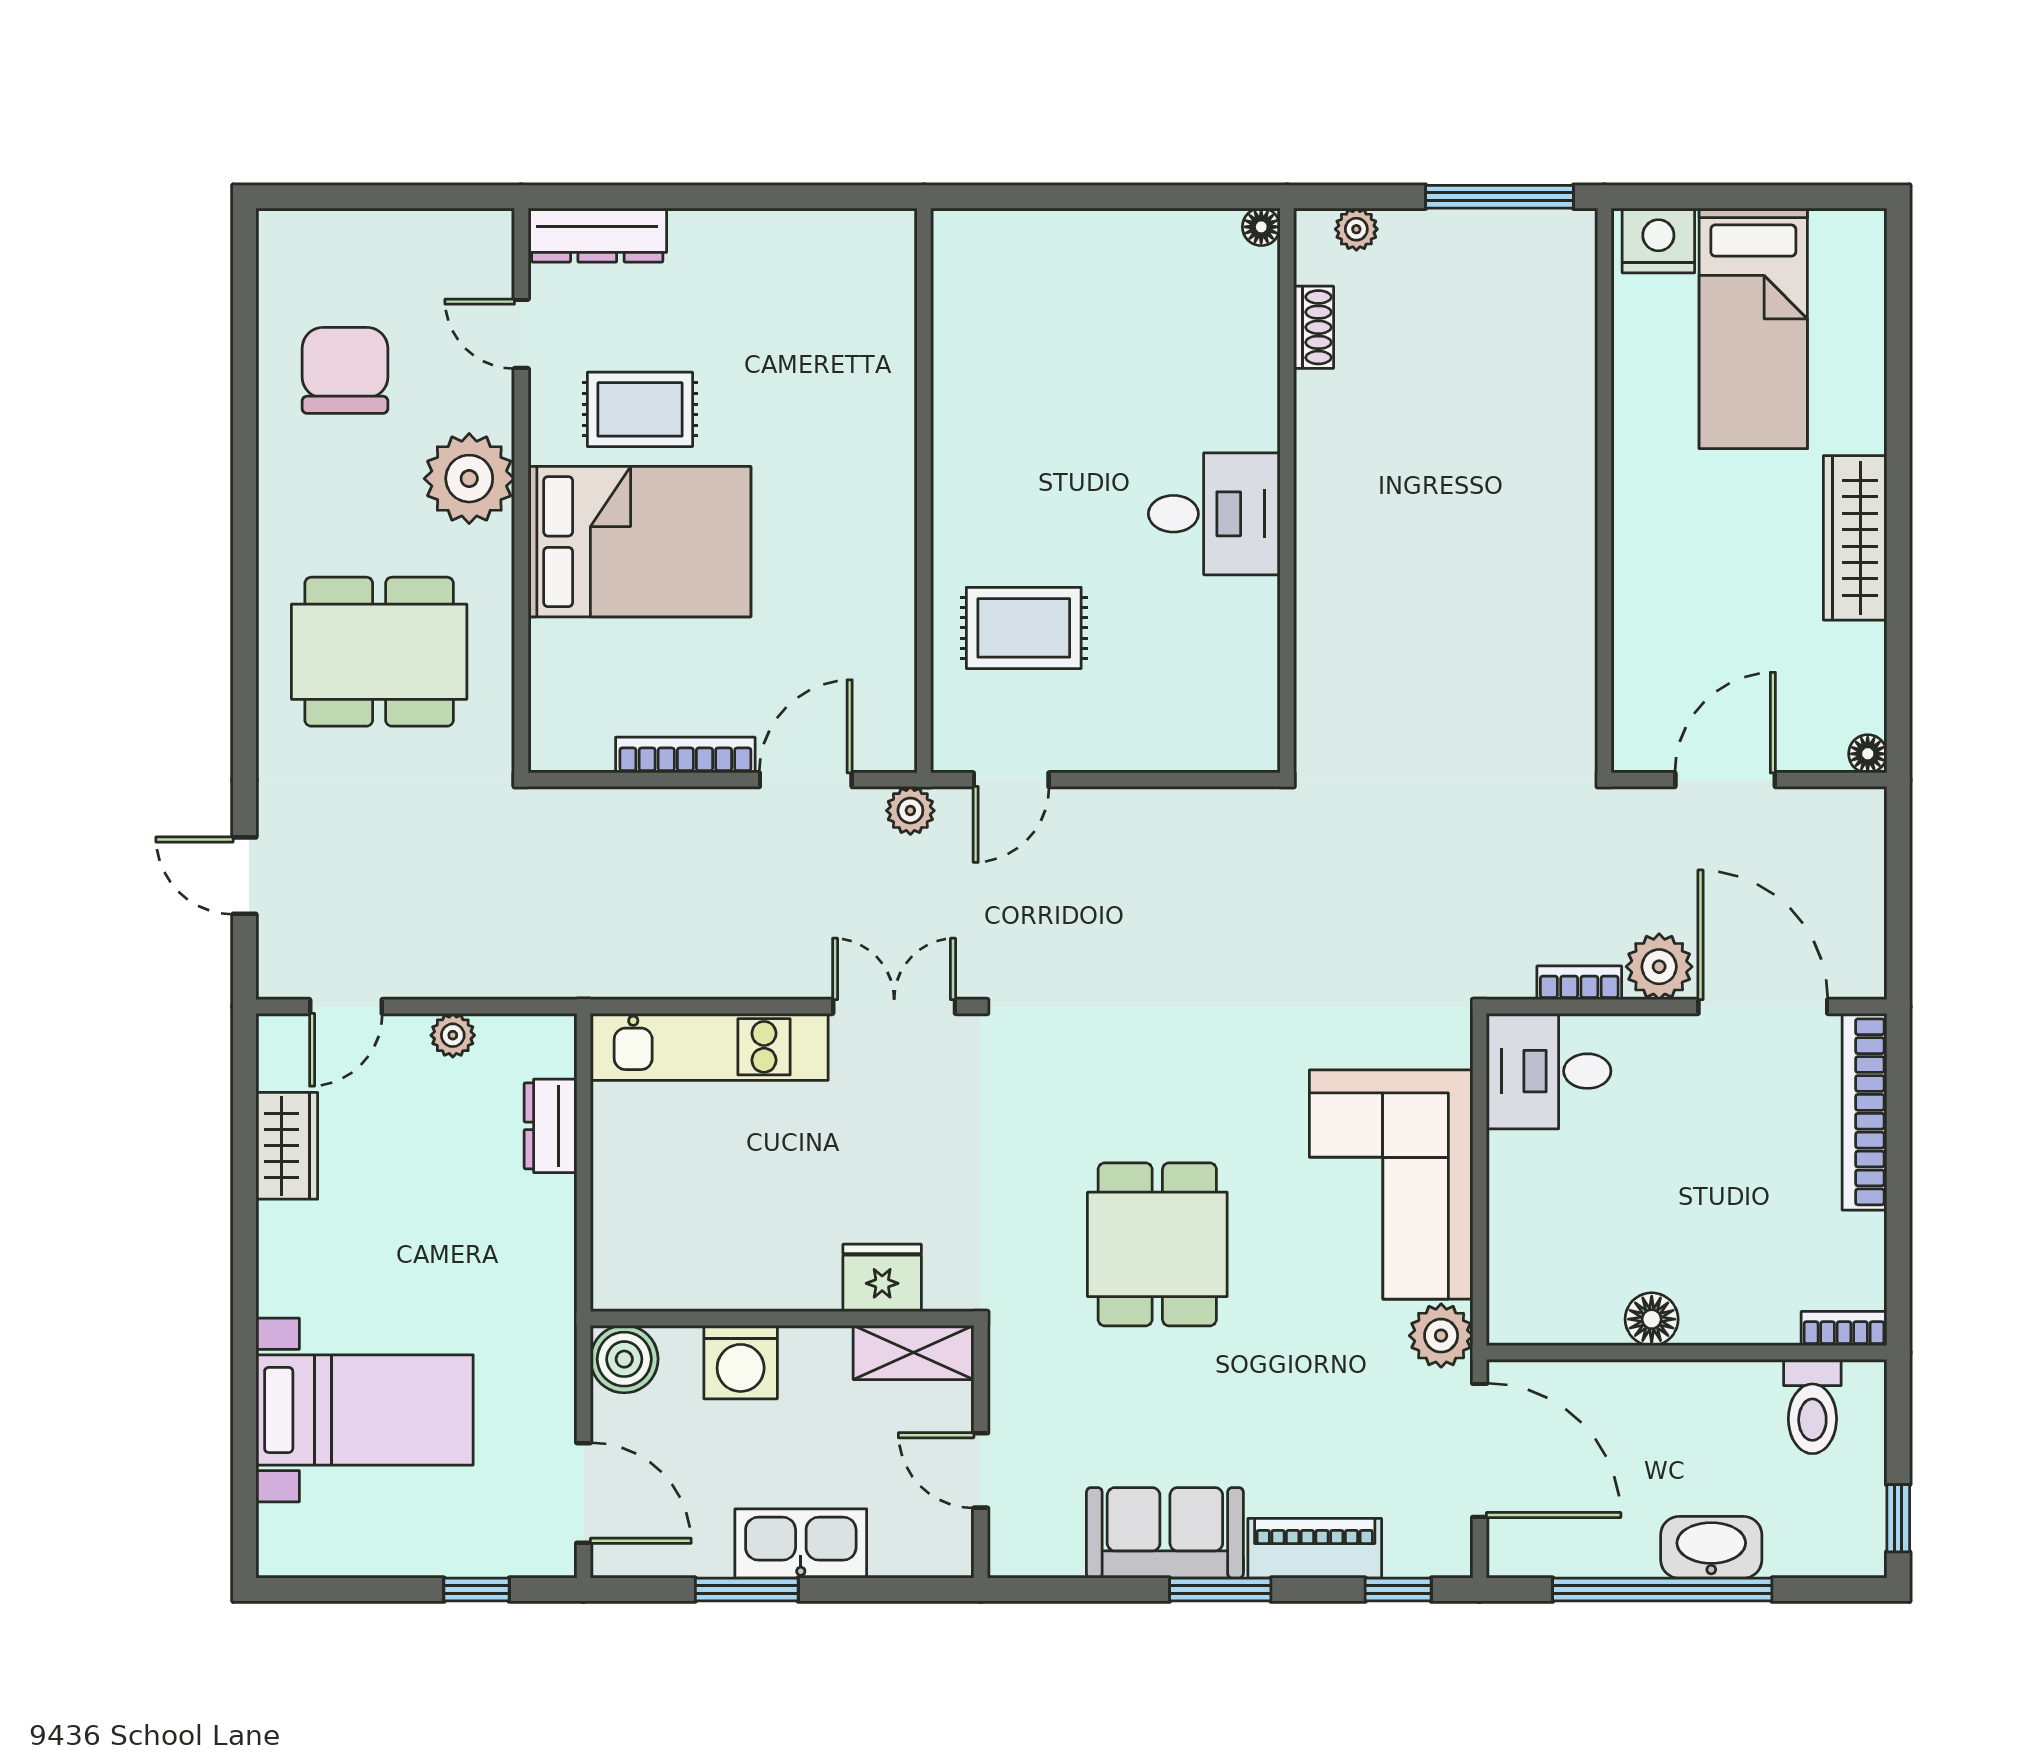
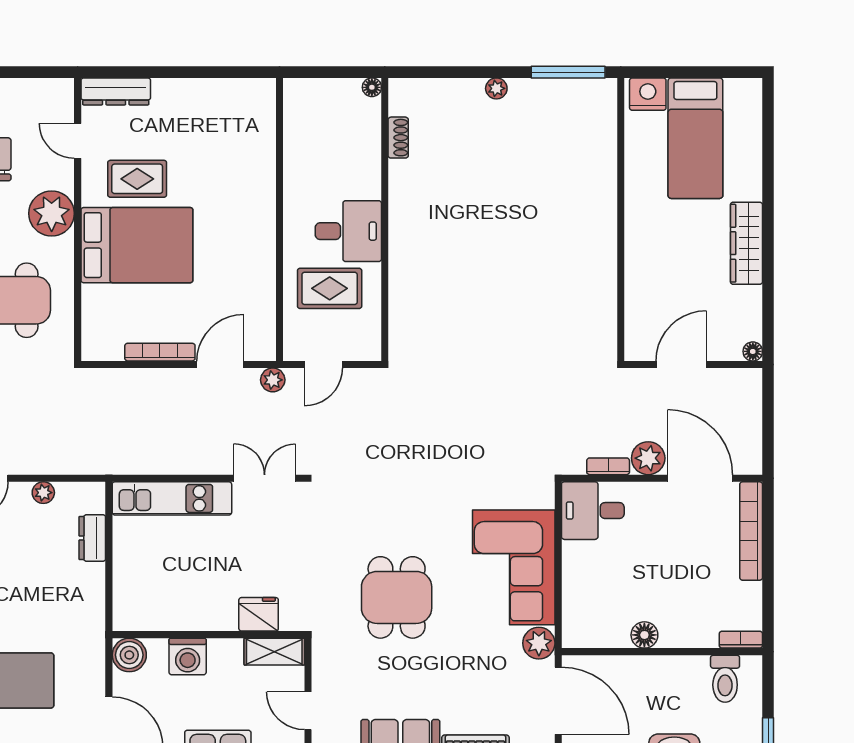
floor lamp: (1261, 227) -> (372, 87), moved
shoe rack: (1314, 327) -> (398, 138), moved
wall: (1287, 490) -> (385, 219), moved
desk: (1214, 514) -> (348, 231), moved

